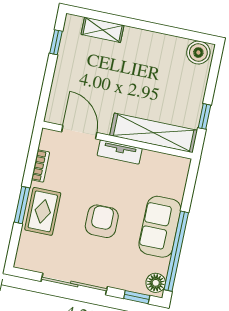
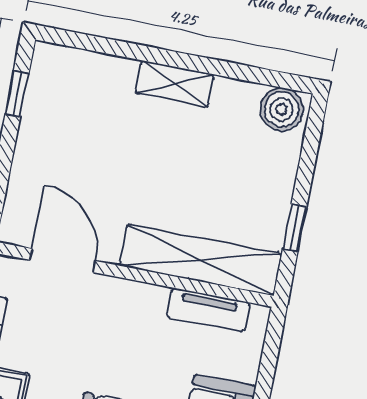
shelving: (103, 30) -> (175, 84), moved
tv unit: (120, 152) -> (208, 310), moved

